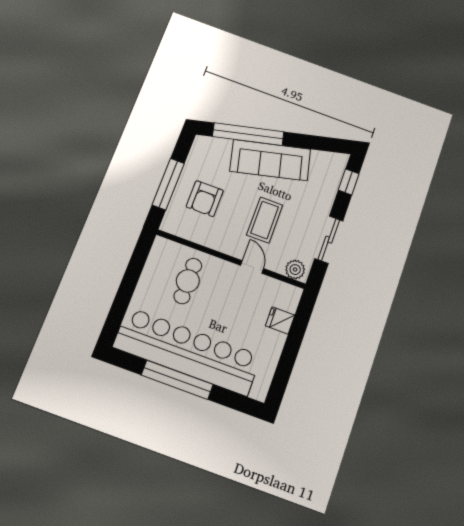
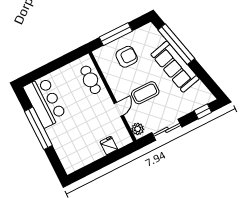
armchair: (205, 199) -> (127, 57), turned 180
cafe table: (188, 281) -> (91, 80), moved, turned 90
bar counter: (187, 351) -> (45, 102), width x0.54

